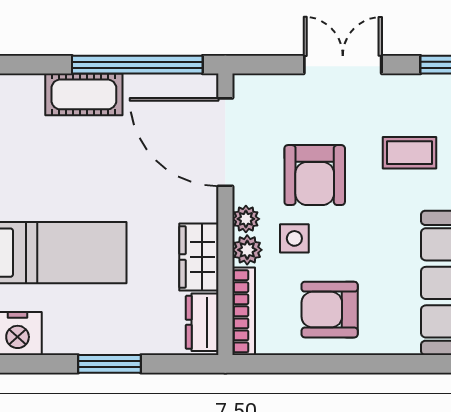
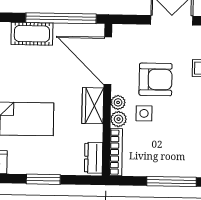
armchair: (315, 175) -> (156, 79), turned -90
wardrobe: (199, 257) -> (93, 106), moved
armchair: (330, 310) -> (162, 152), removed
window: (348, 364) -> (171, 181), added

